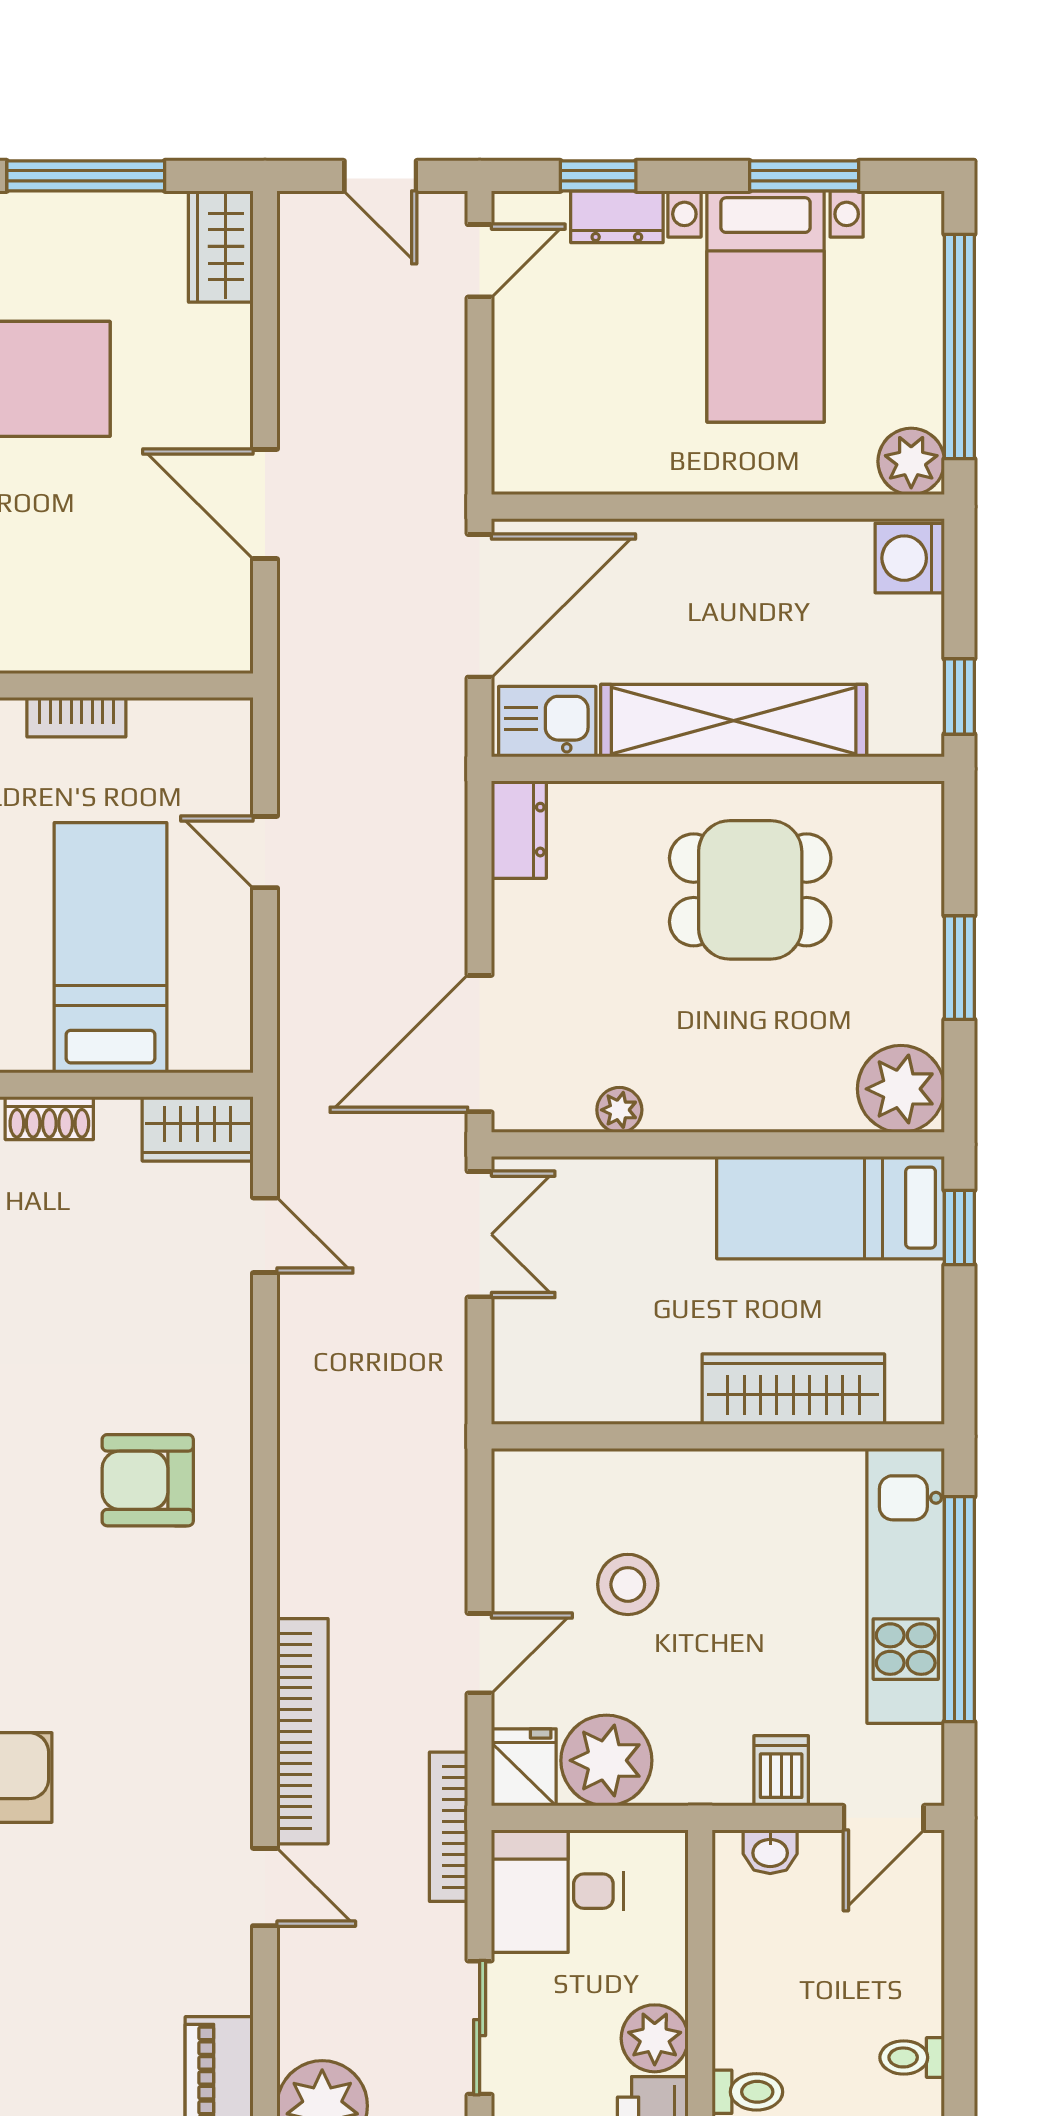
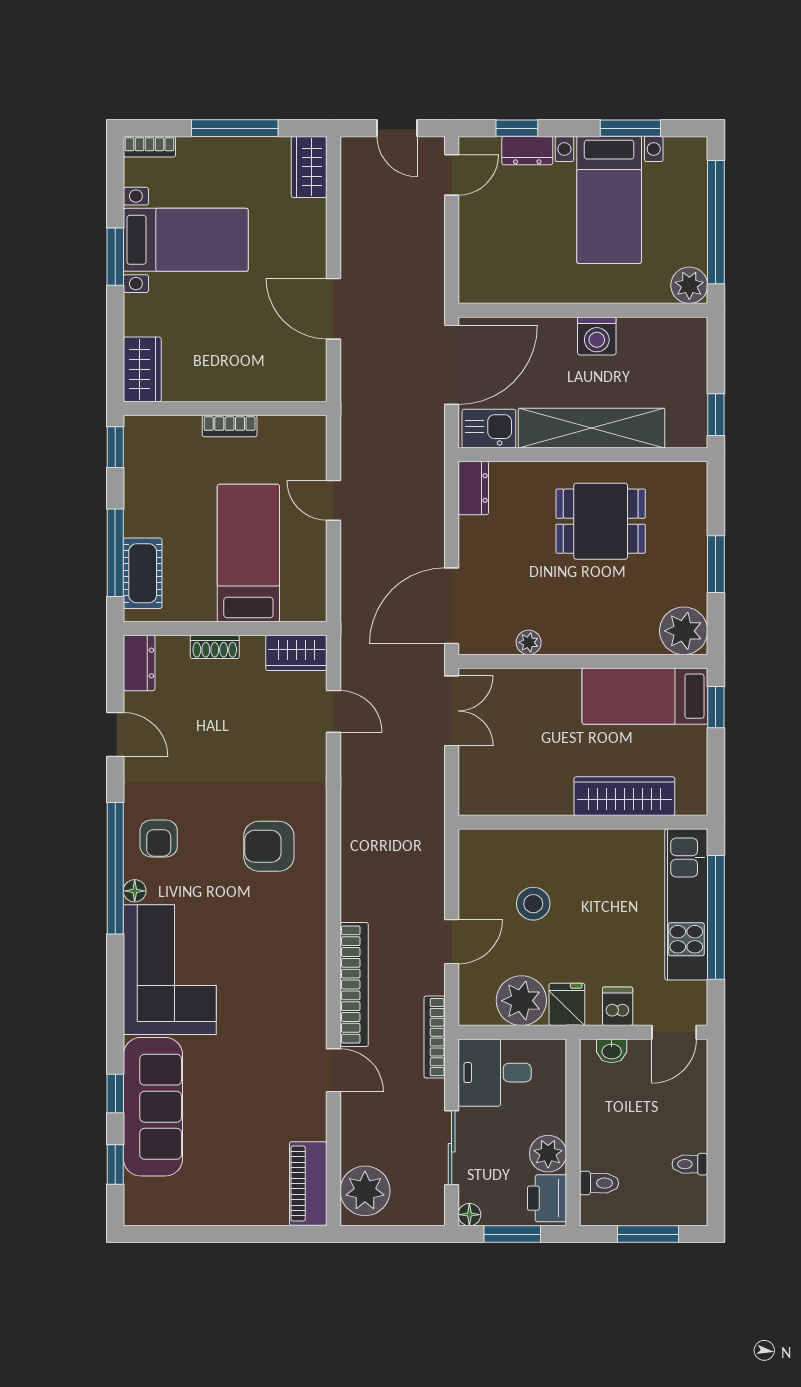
washing machine: (910, 558) -> (597, 336), moved, turned -90
fridge: (524, 1767) -> (567, 1004), moved

